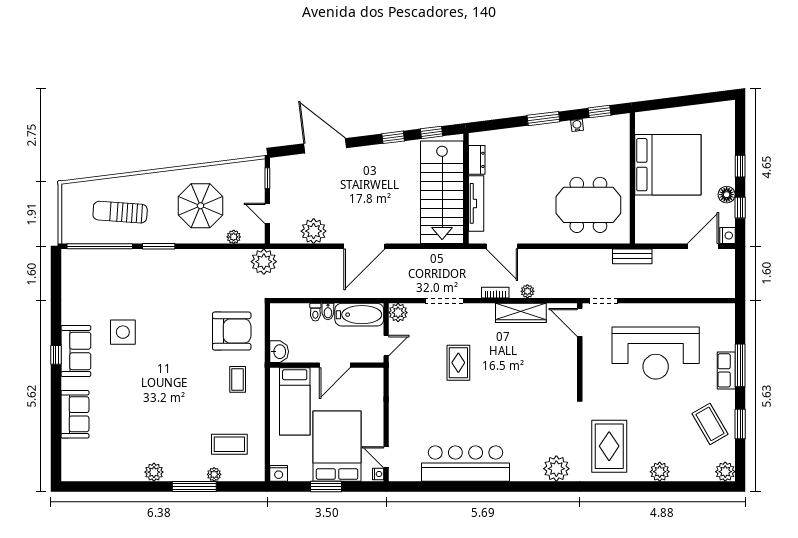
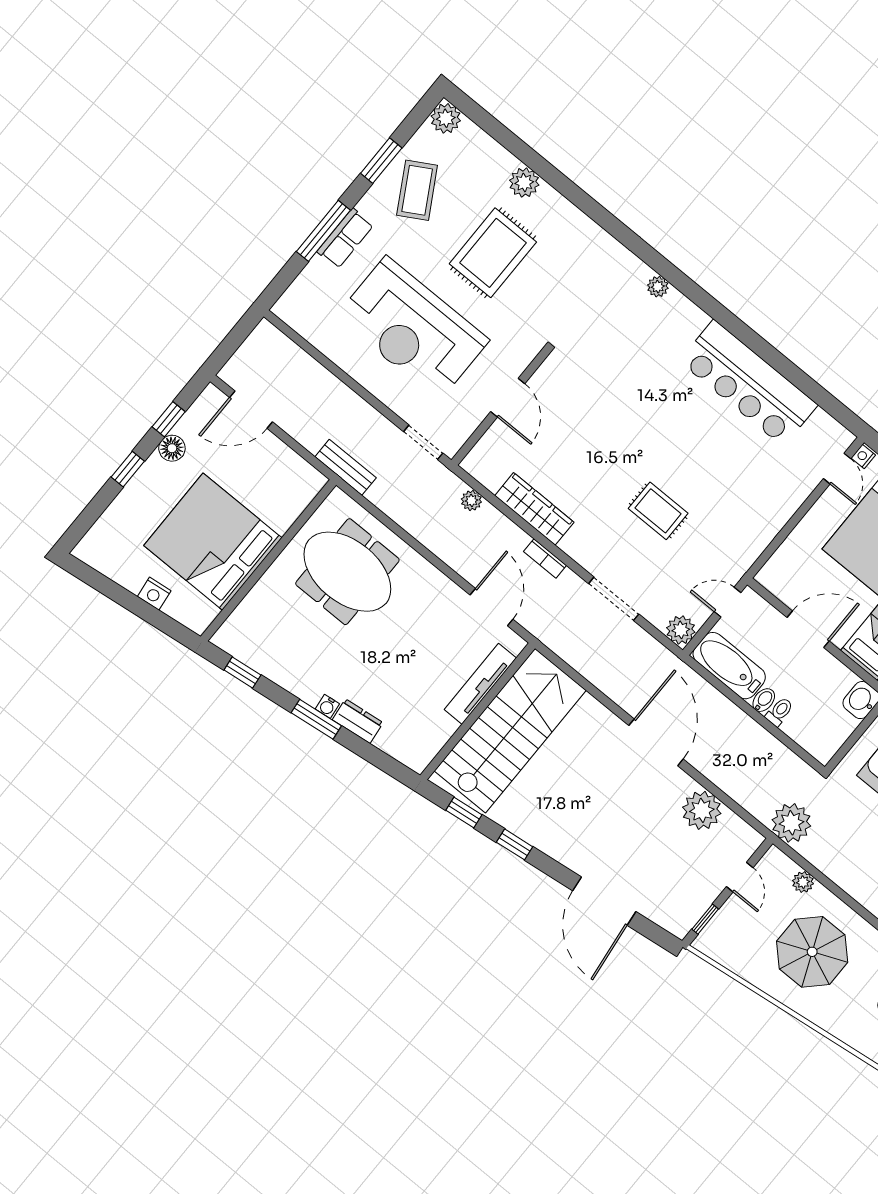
water cooler: (577, 125) -> (327, 706), moved
dresser: (477, 160) -> (358, 721), moved, turned 83
nightstand: (728, 236) -> (154, 594), moved, turned -97
door: (364, 246) -> (656, 742), hinge flipped
plant: (527, 291) -> (471, 500), moved
door: (580, 322) -> (508, 398), moved
reception desk: (656, 353) -> (413, 328), turned 180
rug: (458, 363) -> (658, 511), turned 90
rug: (609, 446) -> (493, 253), moved
plant: (556, 469) -> (658, 287), width x0.53, depth x0.53

